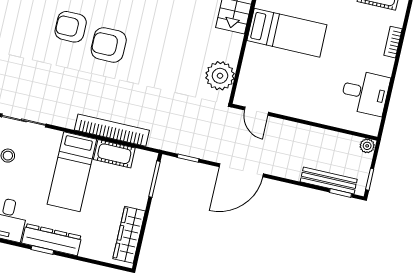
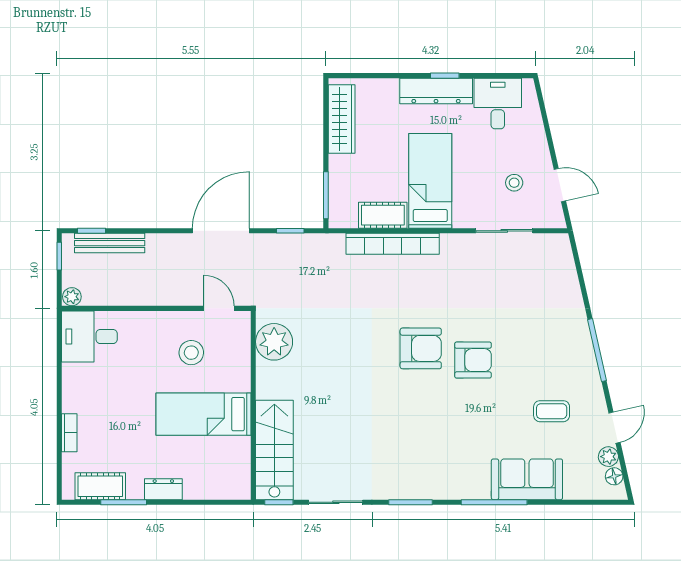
stool: (285, 82) -> (191, 353), added
desk: (365, 93) -> (89, 337), moved

